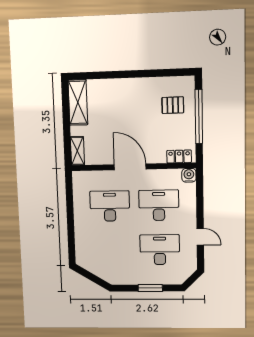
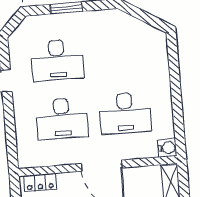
water cooler: (189, 175) -> (167, 148), moved, turned -90

